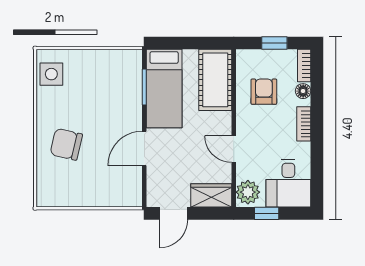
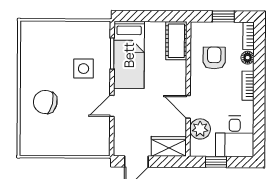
side table: (51, 74) -> (84, 69), moved
cot: (215, 80) -> (176, 41), width x0.73, depth x0.75
door: (144, 148) -> (112, 106), width x0.73
plant: (248, 192) -> (200, 129), moved

